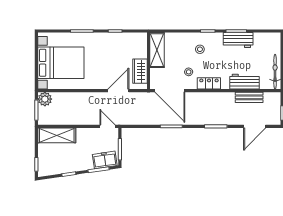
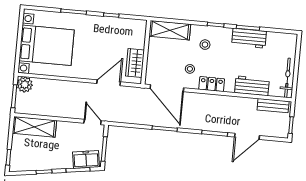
shelving: (157, 50) -> (170, 30), moved, turned 90
bench: (249, 97) -> (273, 106), moved
door: (255, 126) -> (247, 136), moved

